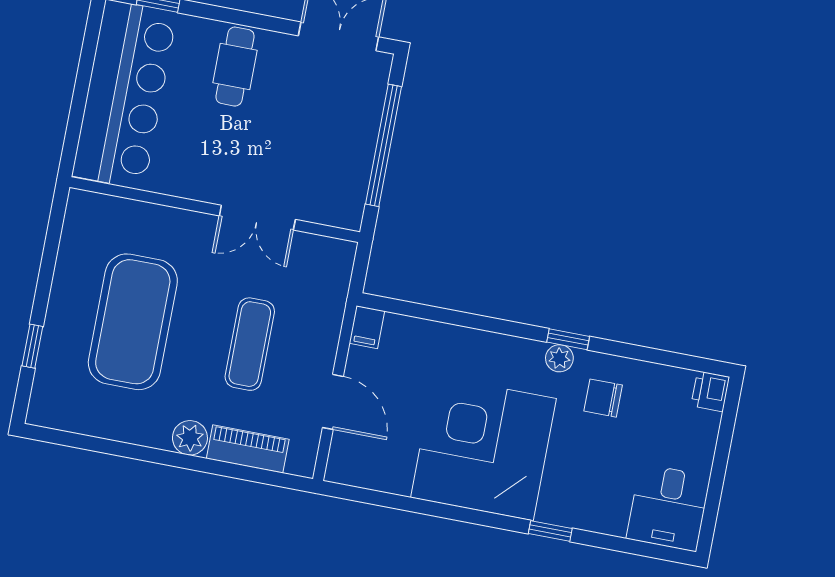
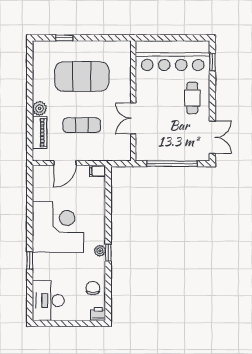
cafe table: (235, 67) -> (192, 98), turned 90
chair: (603, 398) -> (93, 288), moved
desk: (668, 507) -> (48, 301), width x1.37

